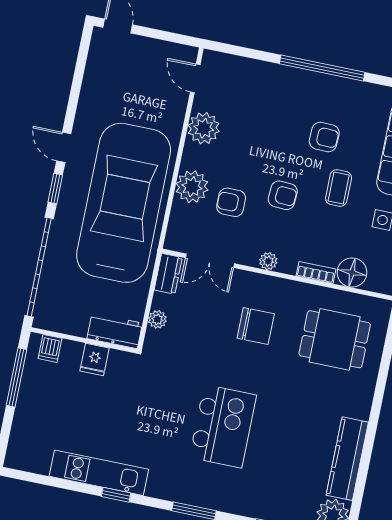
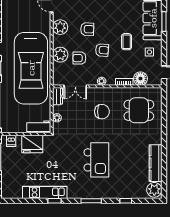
armchair: (324, 137) -> (87, 29), moved
car: (124, 203) -> (31, 68), turned 180
fridge: (95, 360) -> (32, 144), width x1.88, depth x1.34

